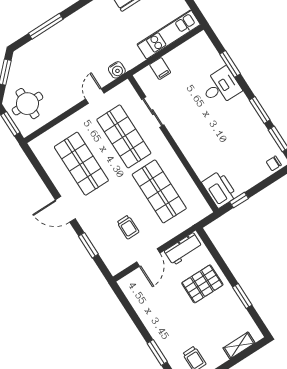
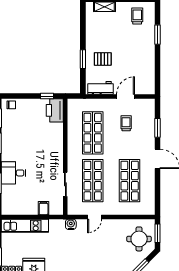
pallet: (202, 284) -> (103, 59), width x0.67, depth x0.71
window: (242, 296) -> (83, 59), moved

